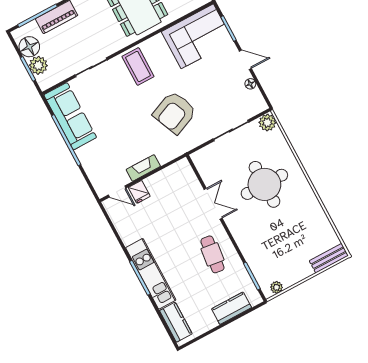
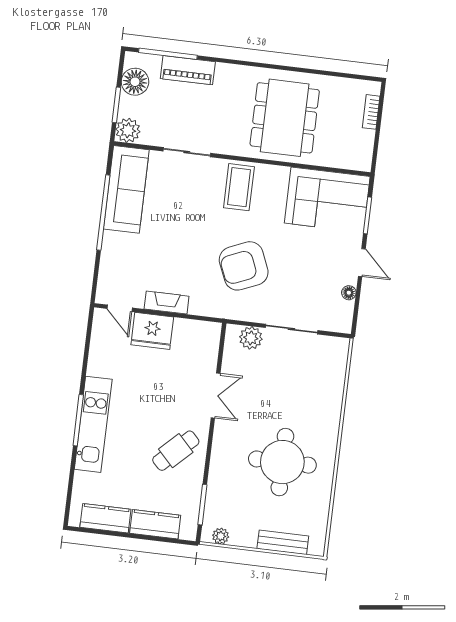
plant: (38, 65) -> (128, 130), moved
plant: (267, 123) -> (251, 338), moved
round table: (264, 184) -> (282, 462), moved
fridge: (139, 192) -> (152, 331), width x1.88, depth x1.34
cafe table: (212, 254) -> (176, 451), turned 39
bench: (329, 258) -> (283, 542), moved
kitchen counter: (176, 322) -> (105, 518), moved, turned -90

